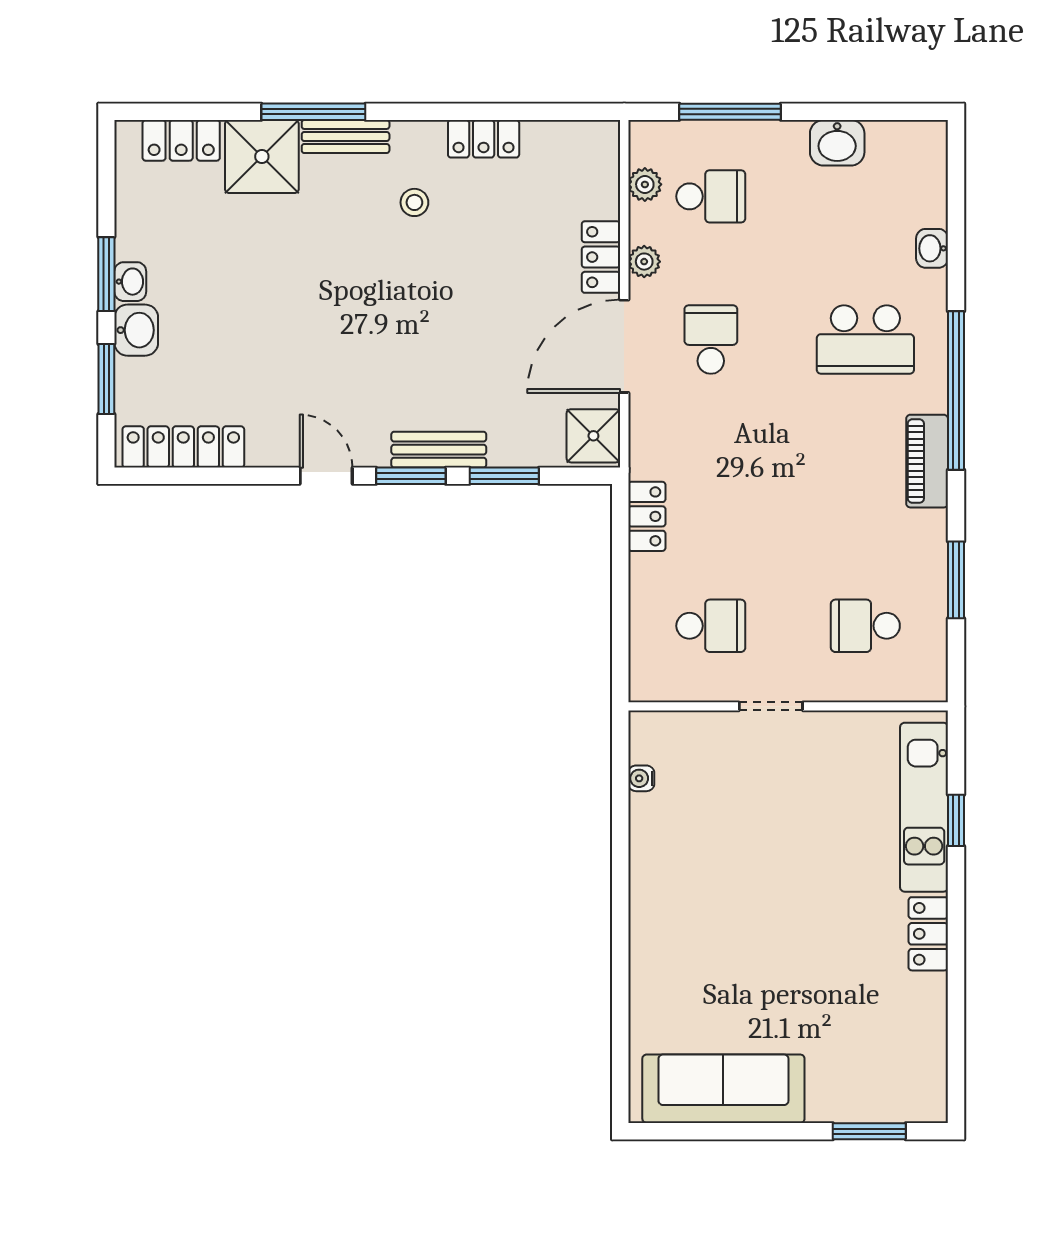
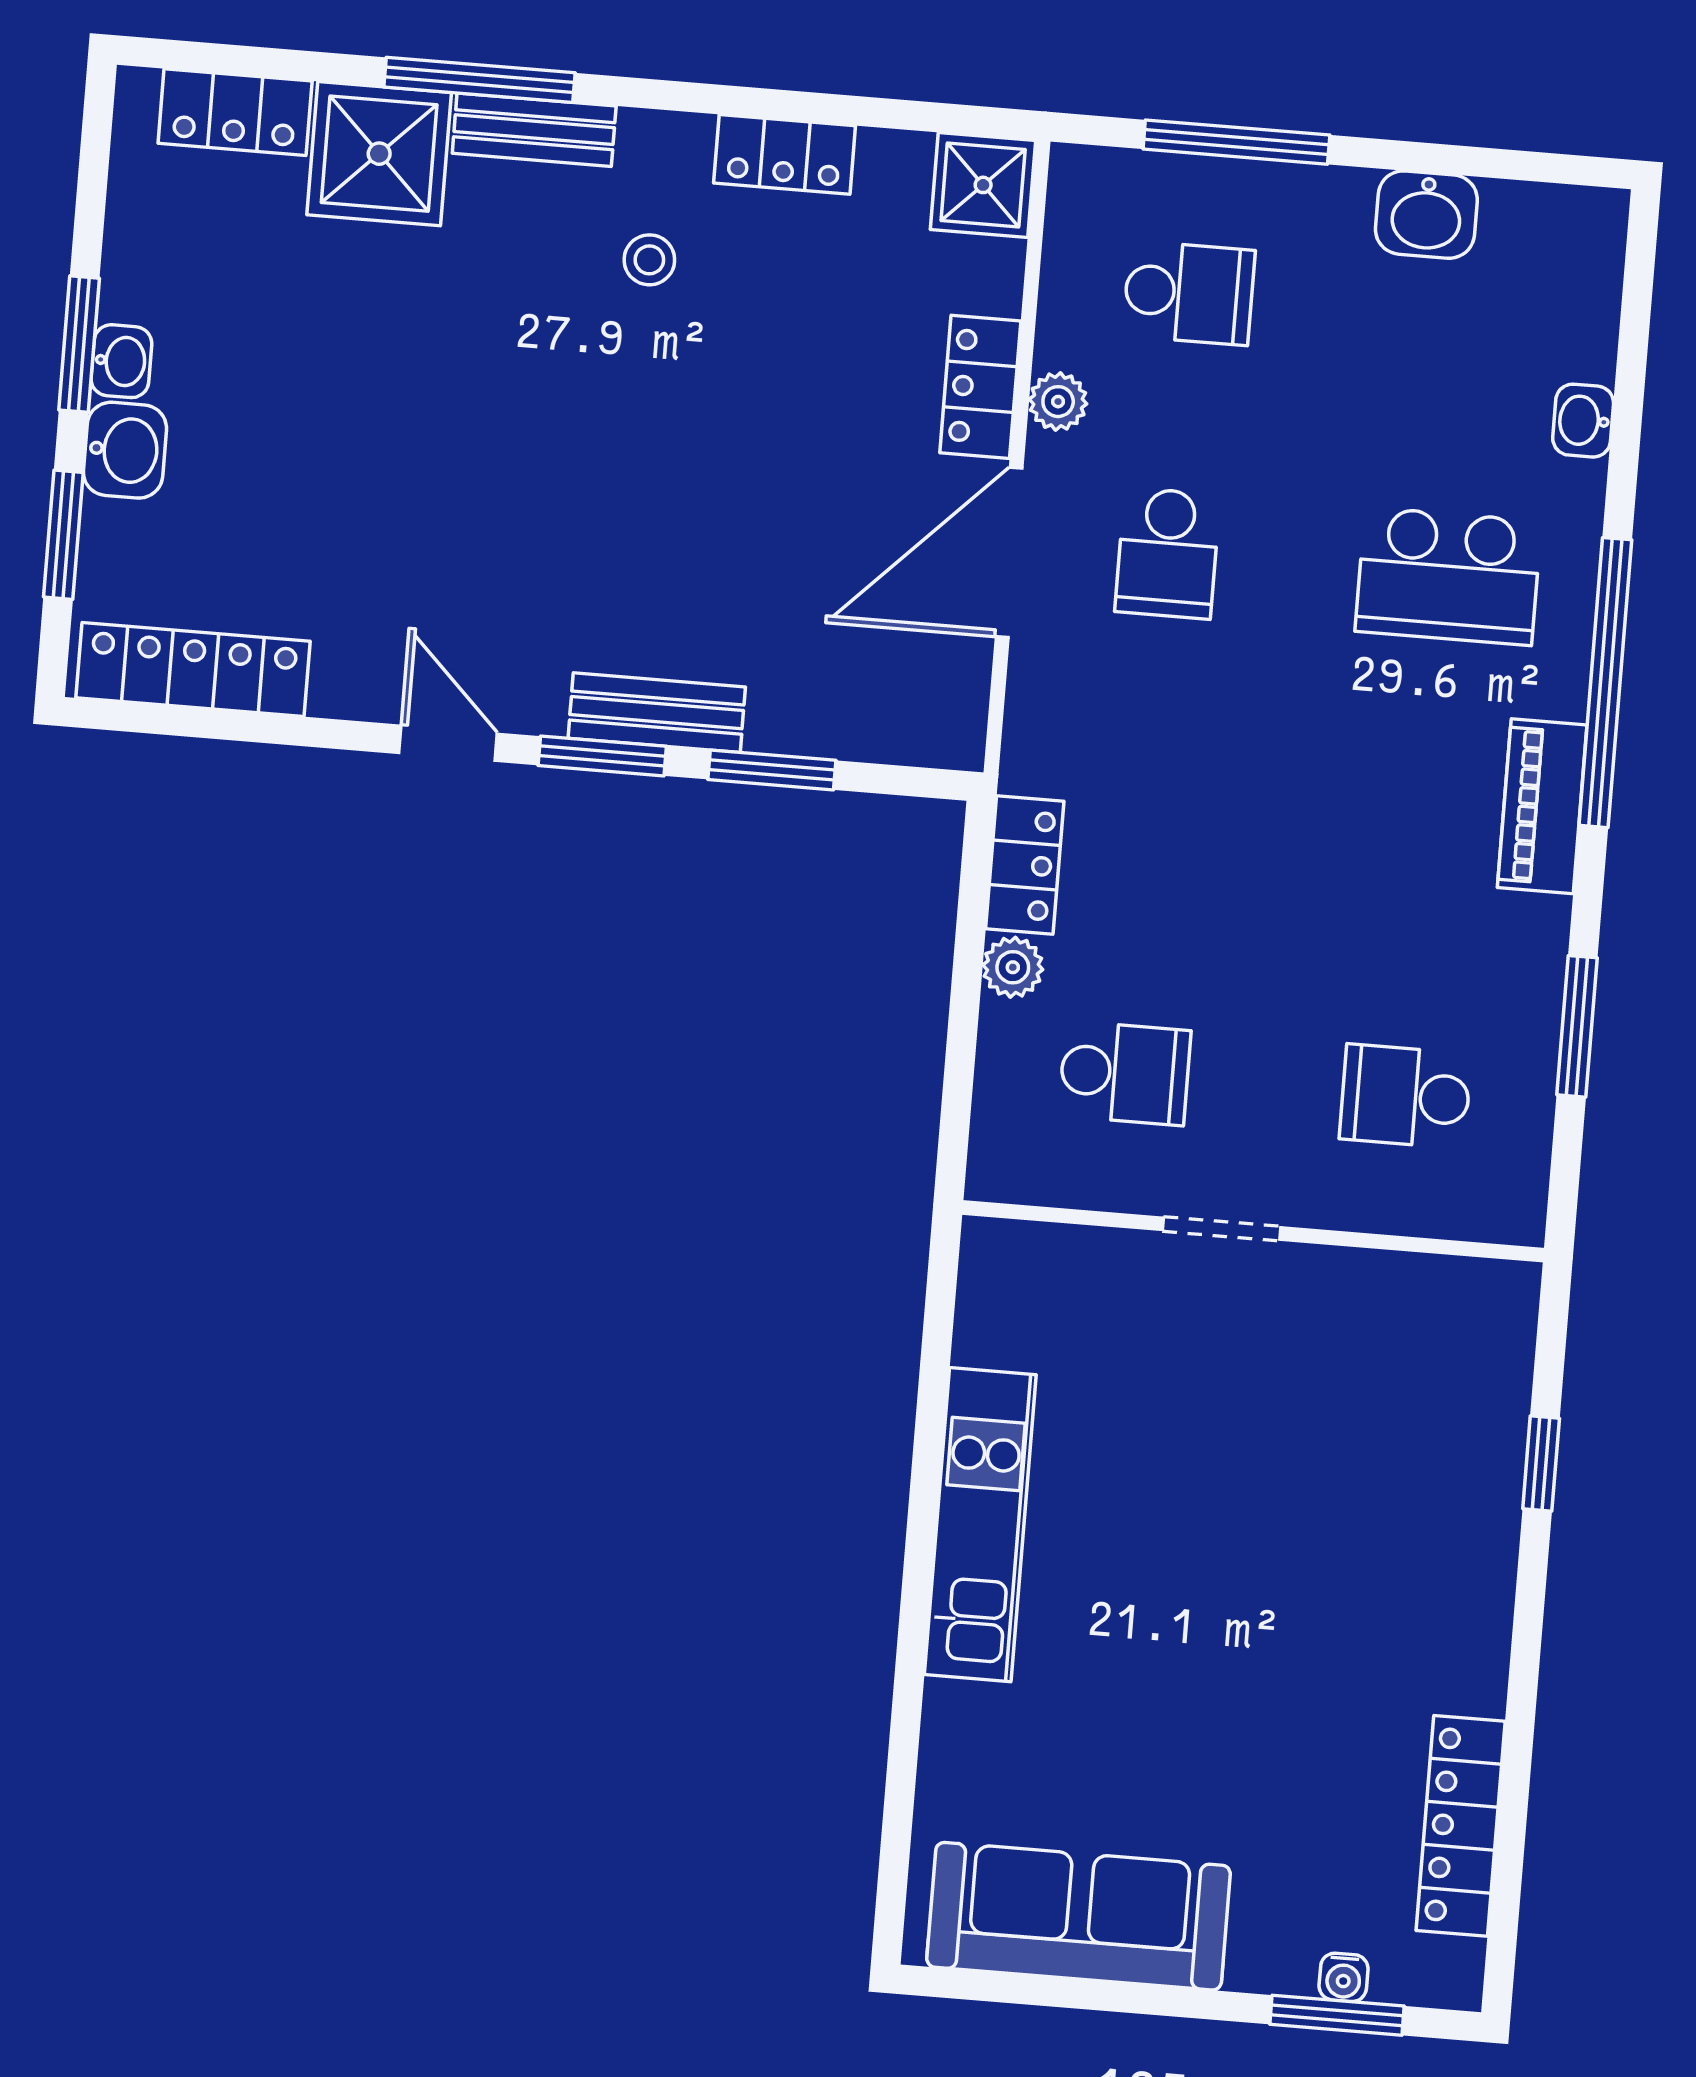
plant: (645, 184) -> (1013, 967), moved
school desk: (711, 340) -> (1167, 553), turned 180
shower: (593, 436) -> (983, 185), moved
water cooler: (641, 778) -> (1344, 1977), moved, turned -90
kitchen unit: (924, 807) -> (980, 1525), moved, turned 180
locker: (928, 934) -> (1461, 1826), moved, width x1.53

